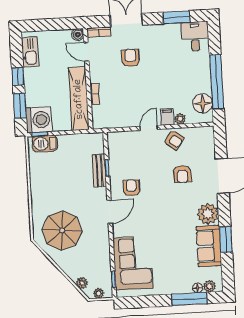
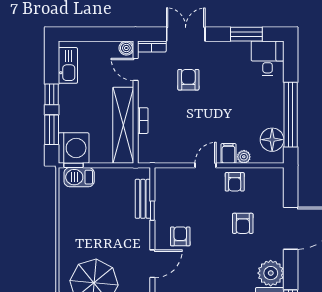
armchair: (174, 140) -> (235, 182), turned 54
bench: (99, 171) -> (143, 199), moved

